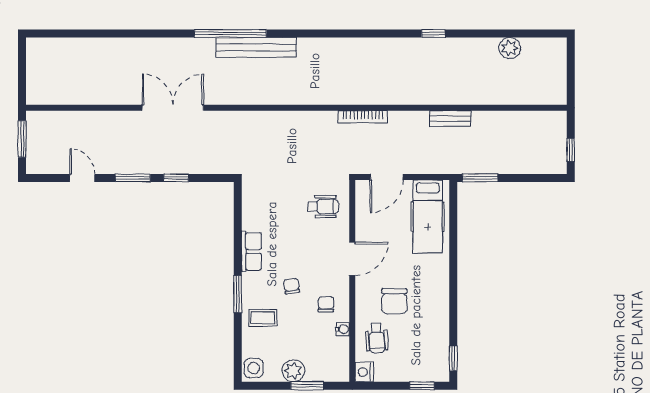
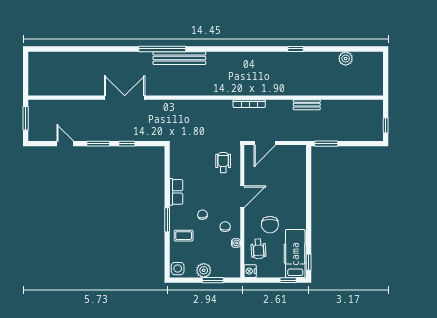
wheelchair: (323, 207) -> (223, 163), turned -90
hospital bed: (428, 217) -> (295, 254), moved, turned 180

